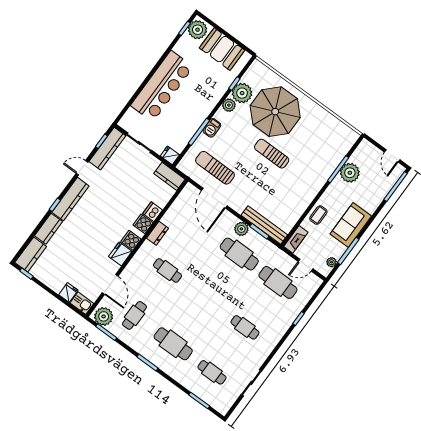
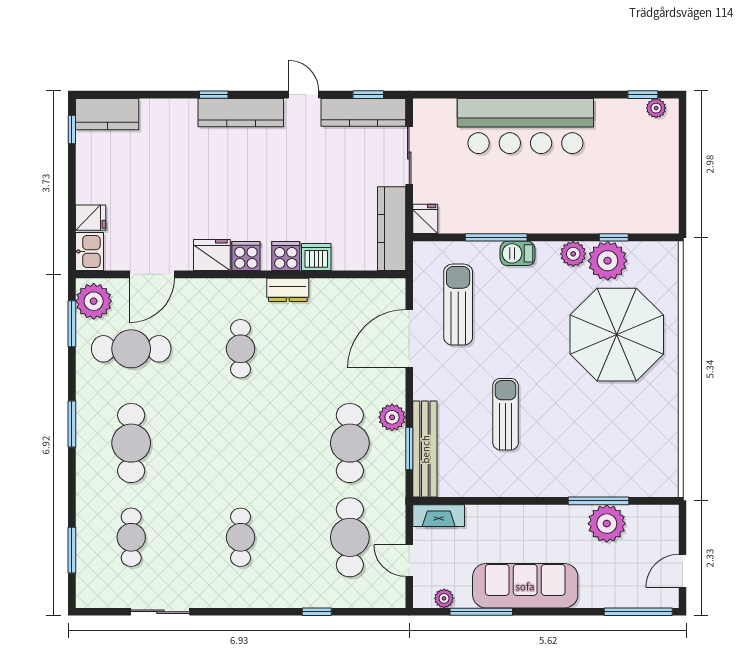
plant: (198, 30) -> (656, 108), width x0.53, depth x0.53
booth: (222, 49) -> (654, 178), removed
sun lounger: (272, 154) -> (506, 414), moved
kitchen counter: (169, 176) -> (392, 229), width x1.50
coffee table: (318, 215) -> (503, 523), removed
sofa: (351, 225) -> (525, 586), width x1.36
kitchen counter: (48, 229) -> (168, 112), removed
cafe table: (134, 315) -> (131, 349), width x1.37, depth x1.35

